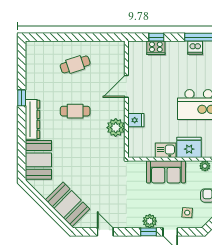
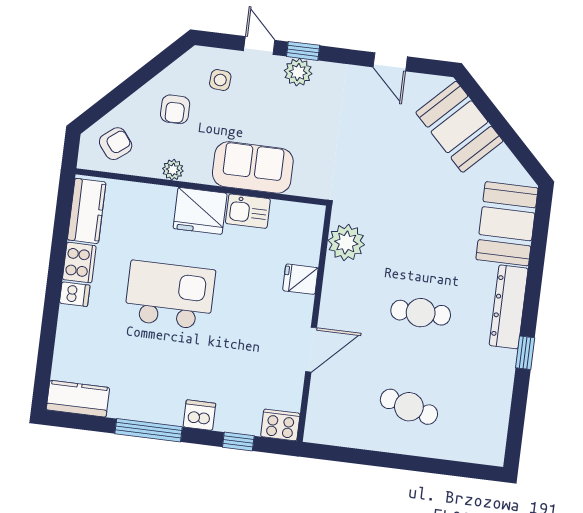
cooker: (156, 48) -> (280, 425), moved
dishwasher: (195, 48) -> (199, 415), moved
cafe table: (75, 64) -> (409, 407), turned 33
plant: (116, 128) -> (346, 243), moved

